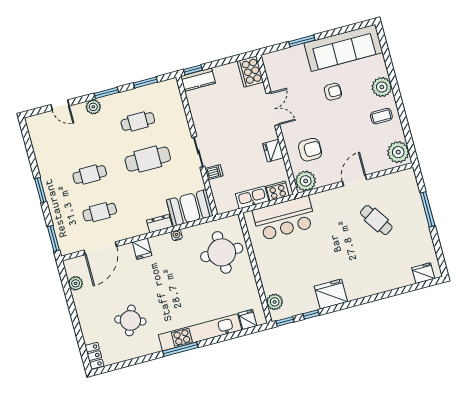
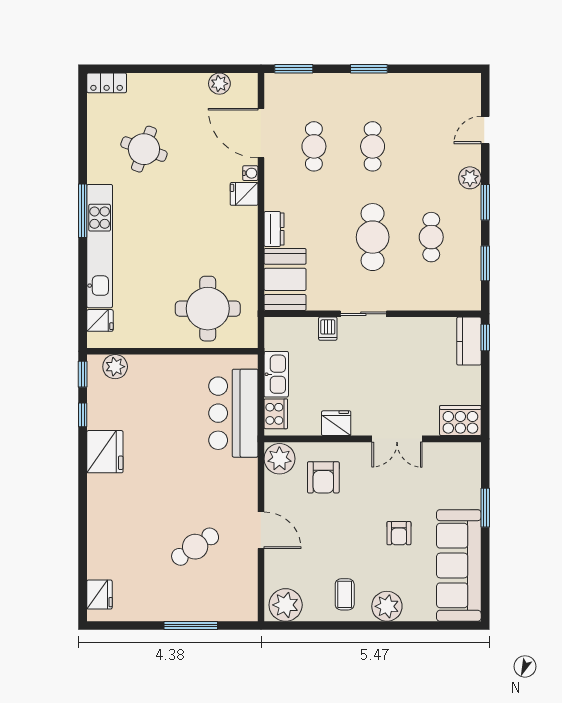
water cooler: (177, 235) -> (250, 173), moved

